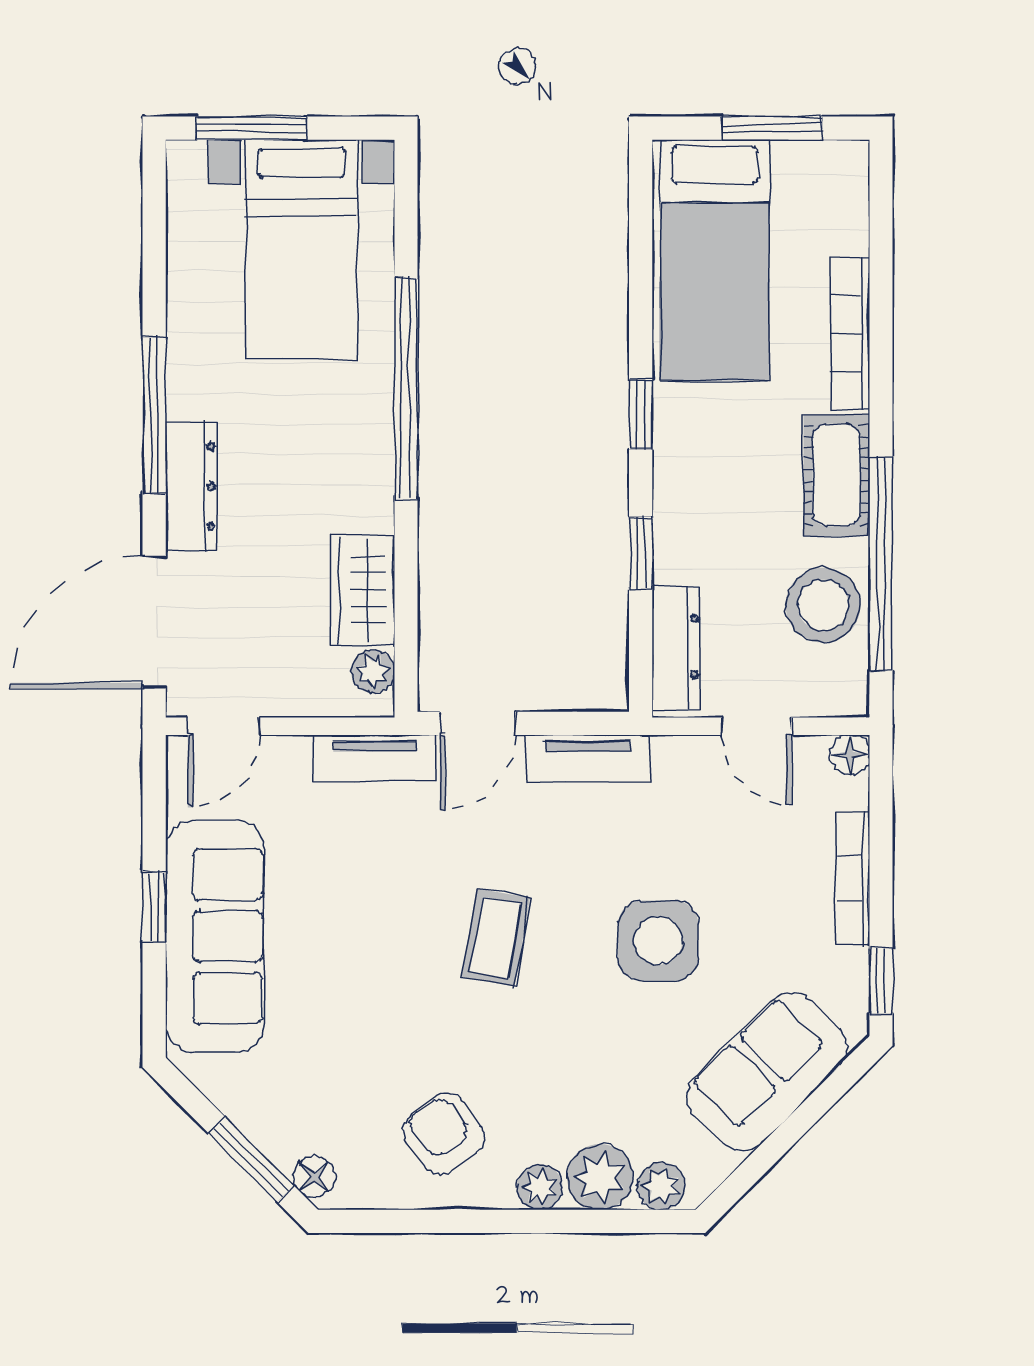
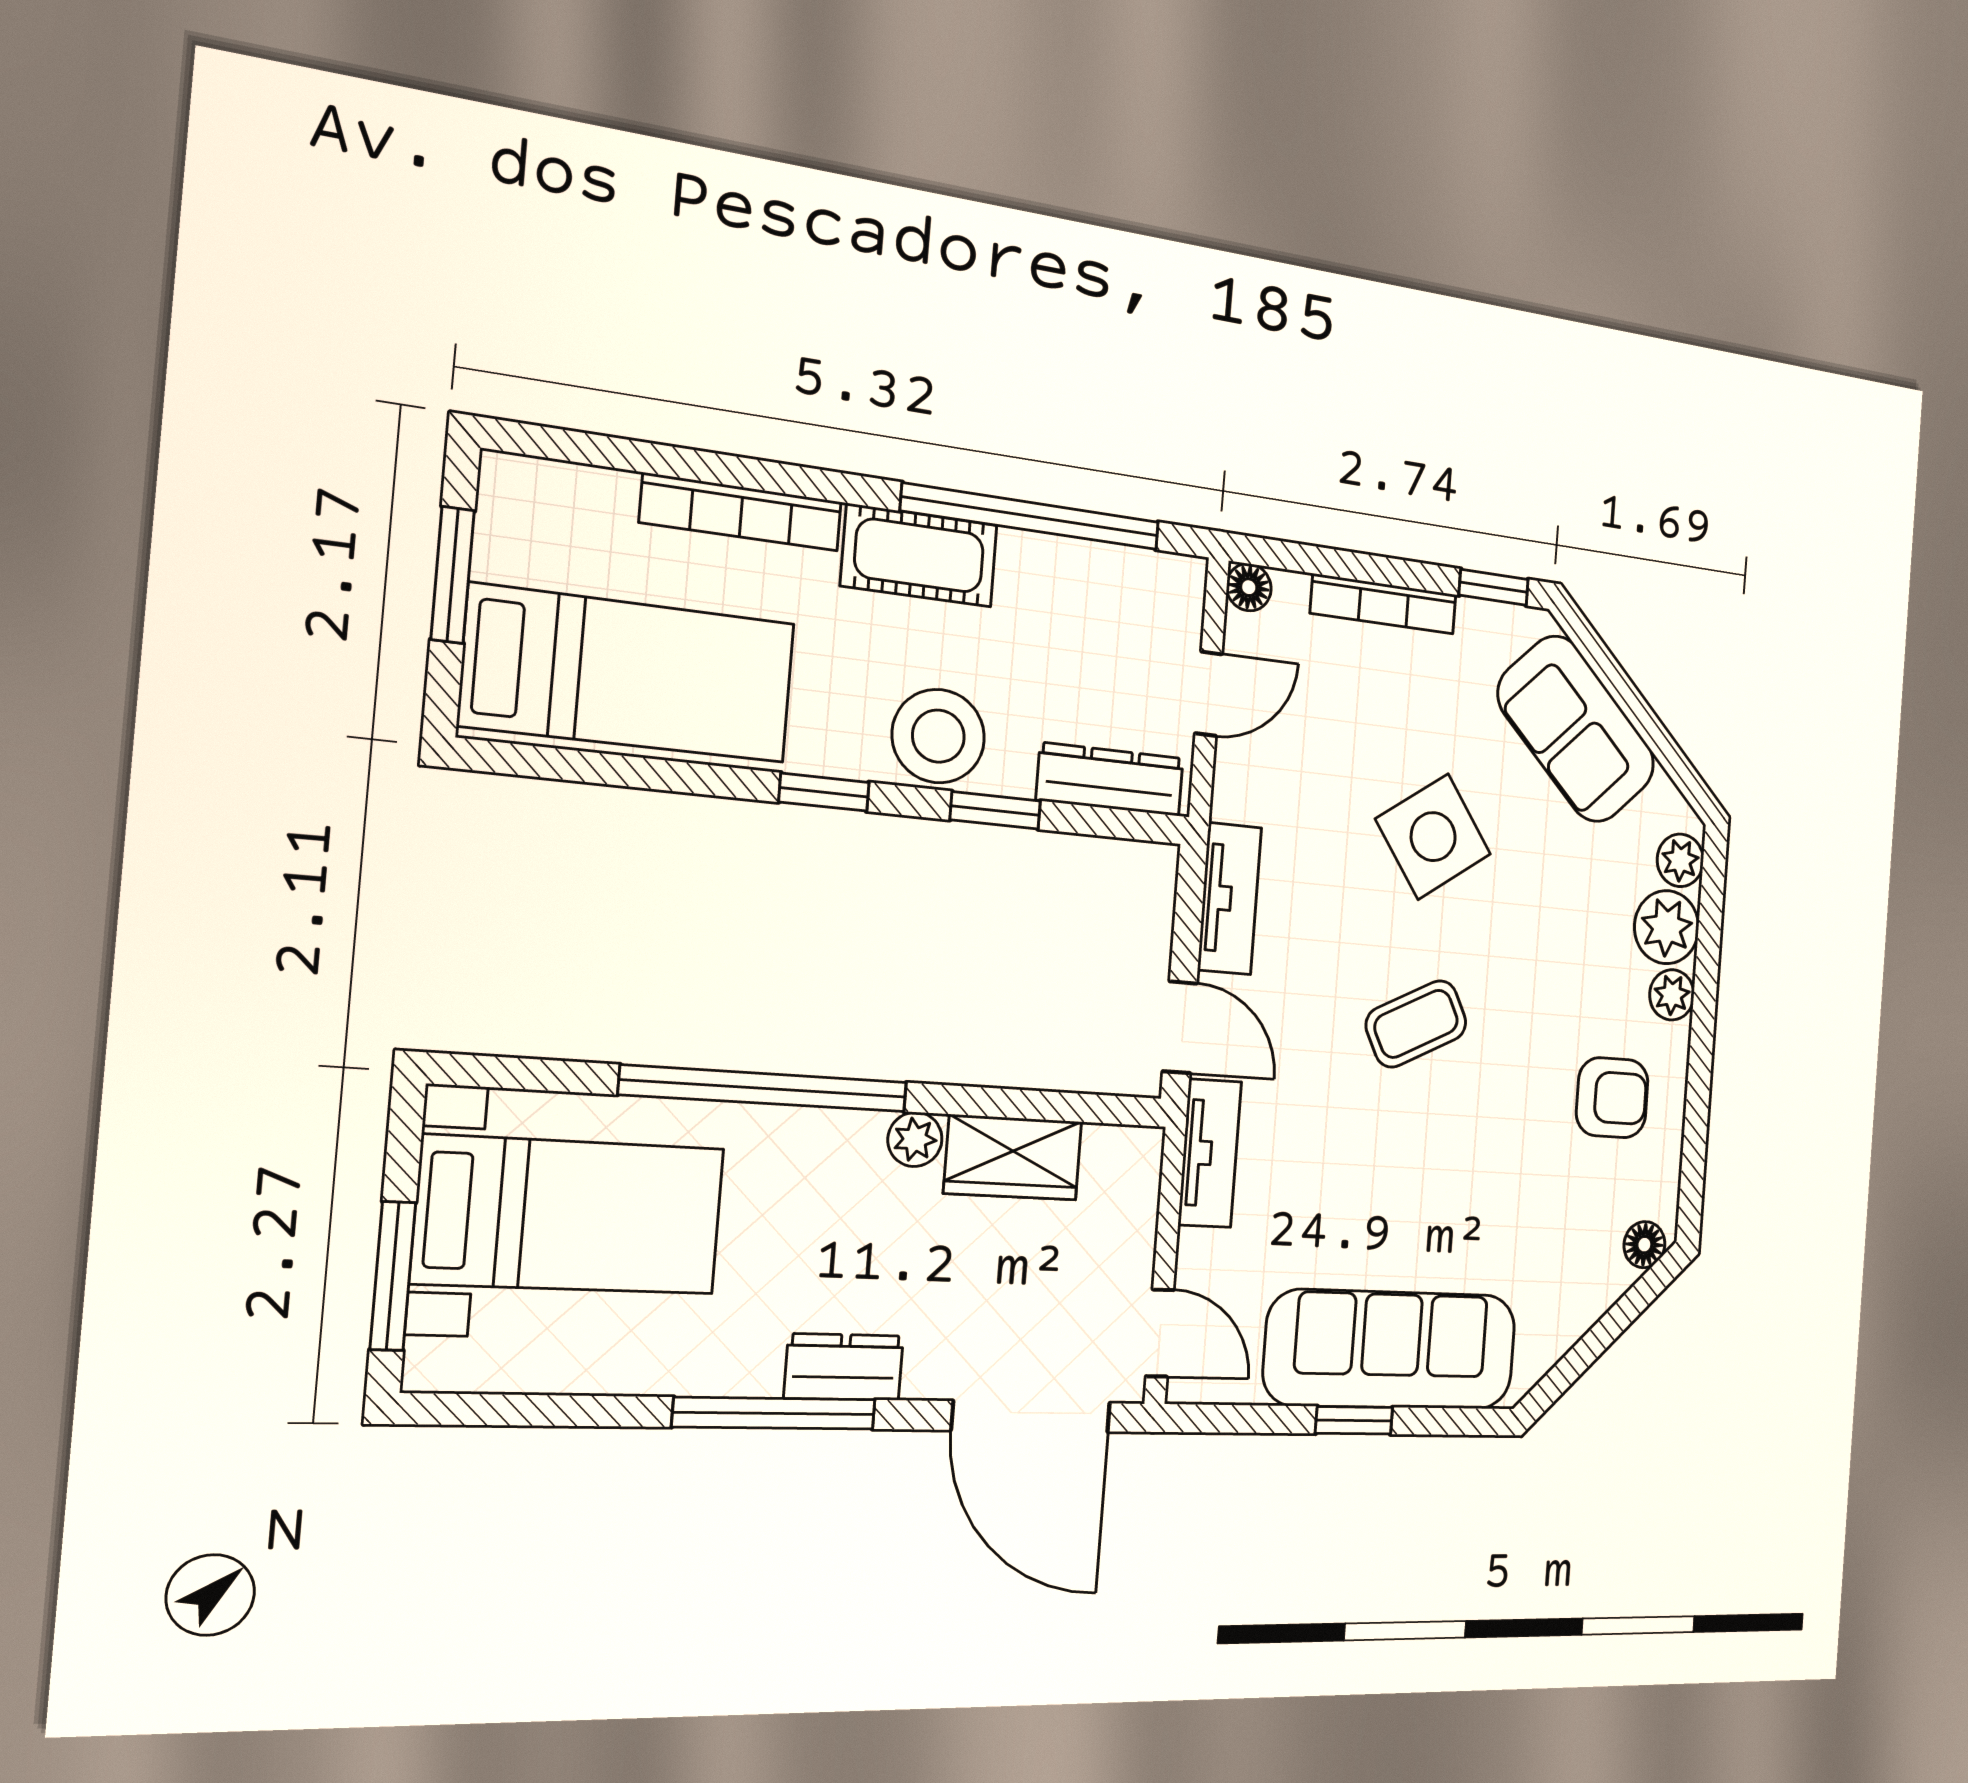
dresser: (191, 486) -> (844, 1367), width x0.70
stool: (823, 605) -> (938, 736), moved
plant: (373, 671) -> (915, 1139), moved
coffee table: (496, 937) -> (1416, 1024), turned -37
side table: (658, 941) -> (1433, 837), turned -35
armchair: (444, 1134) -> (1612, 1098), turned -144
window: (251, 1159) -> (1622, 1315), removed

